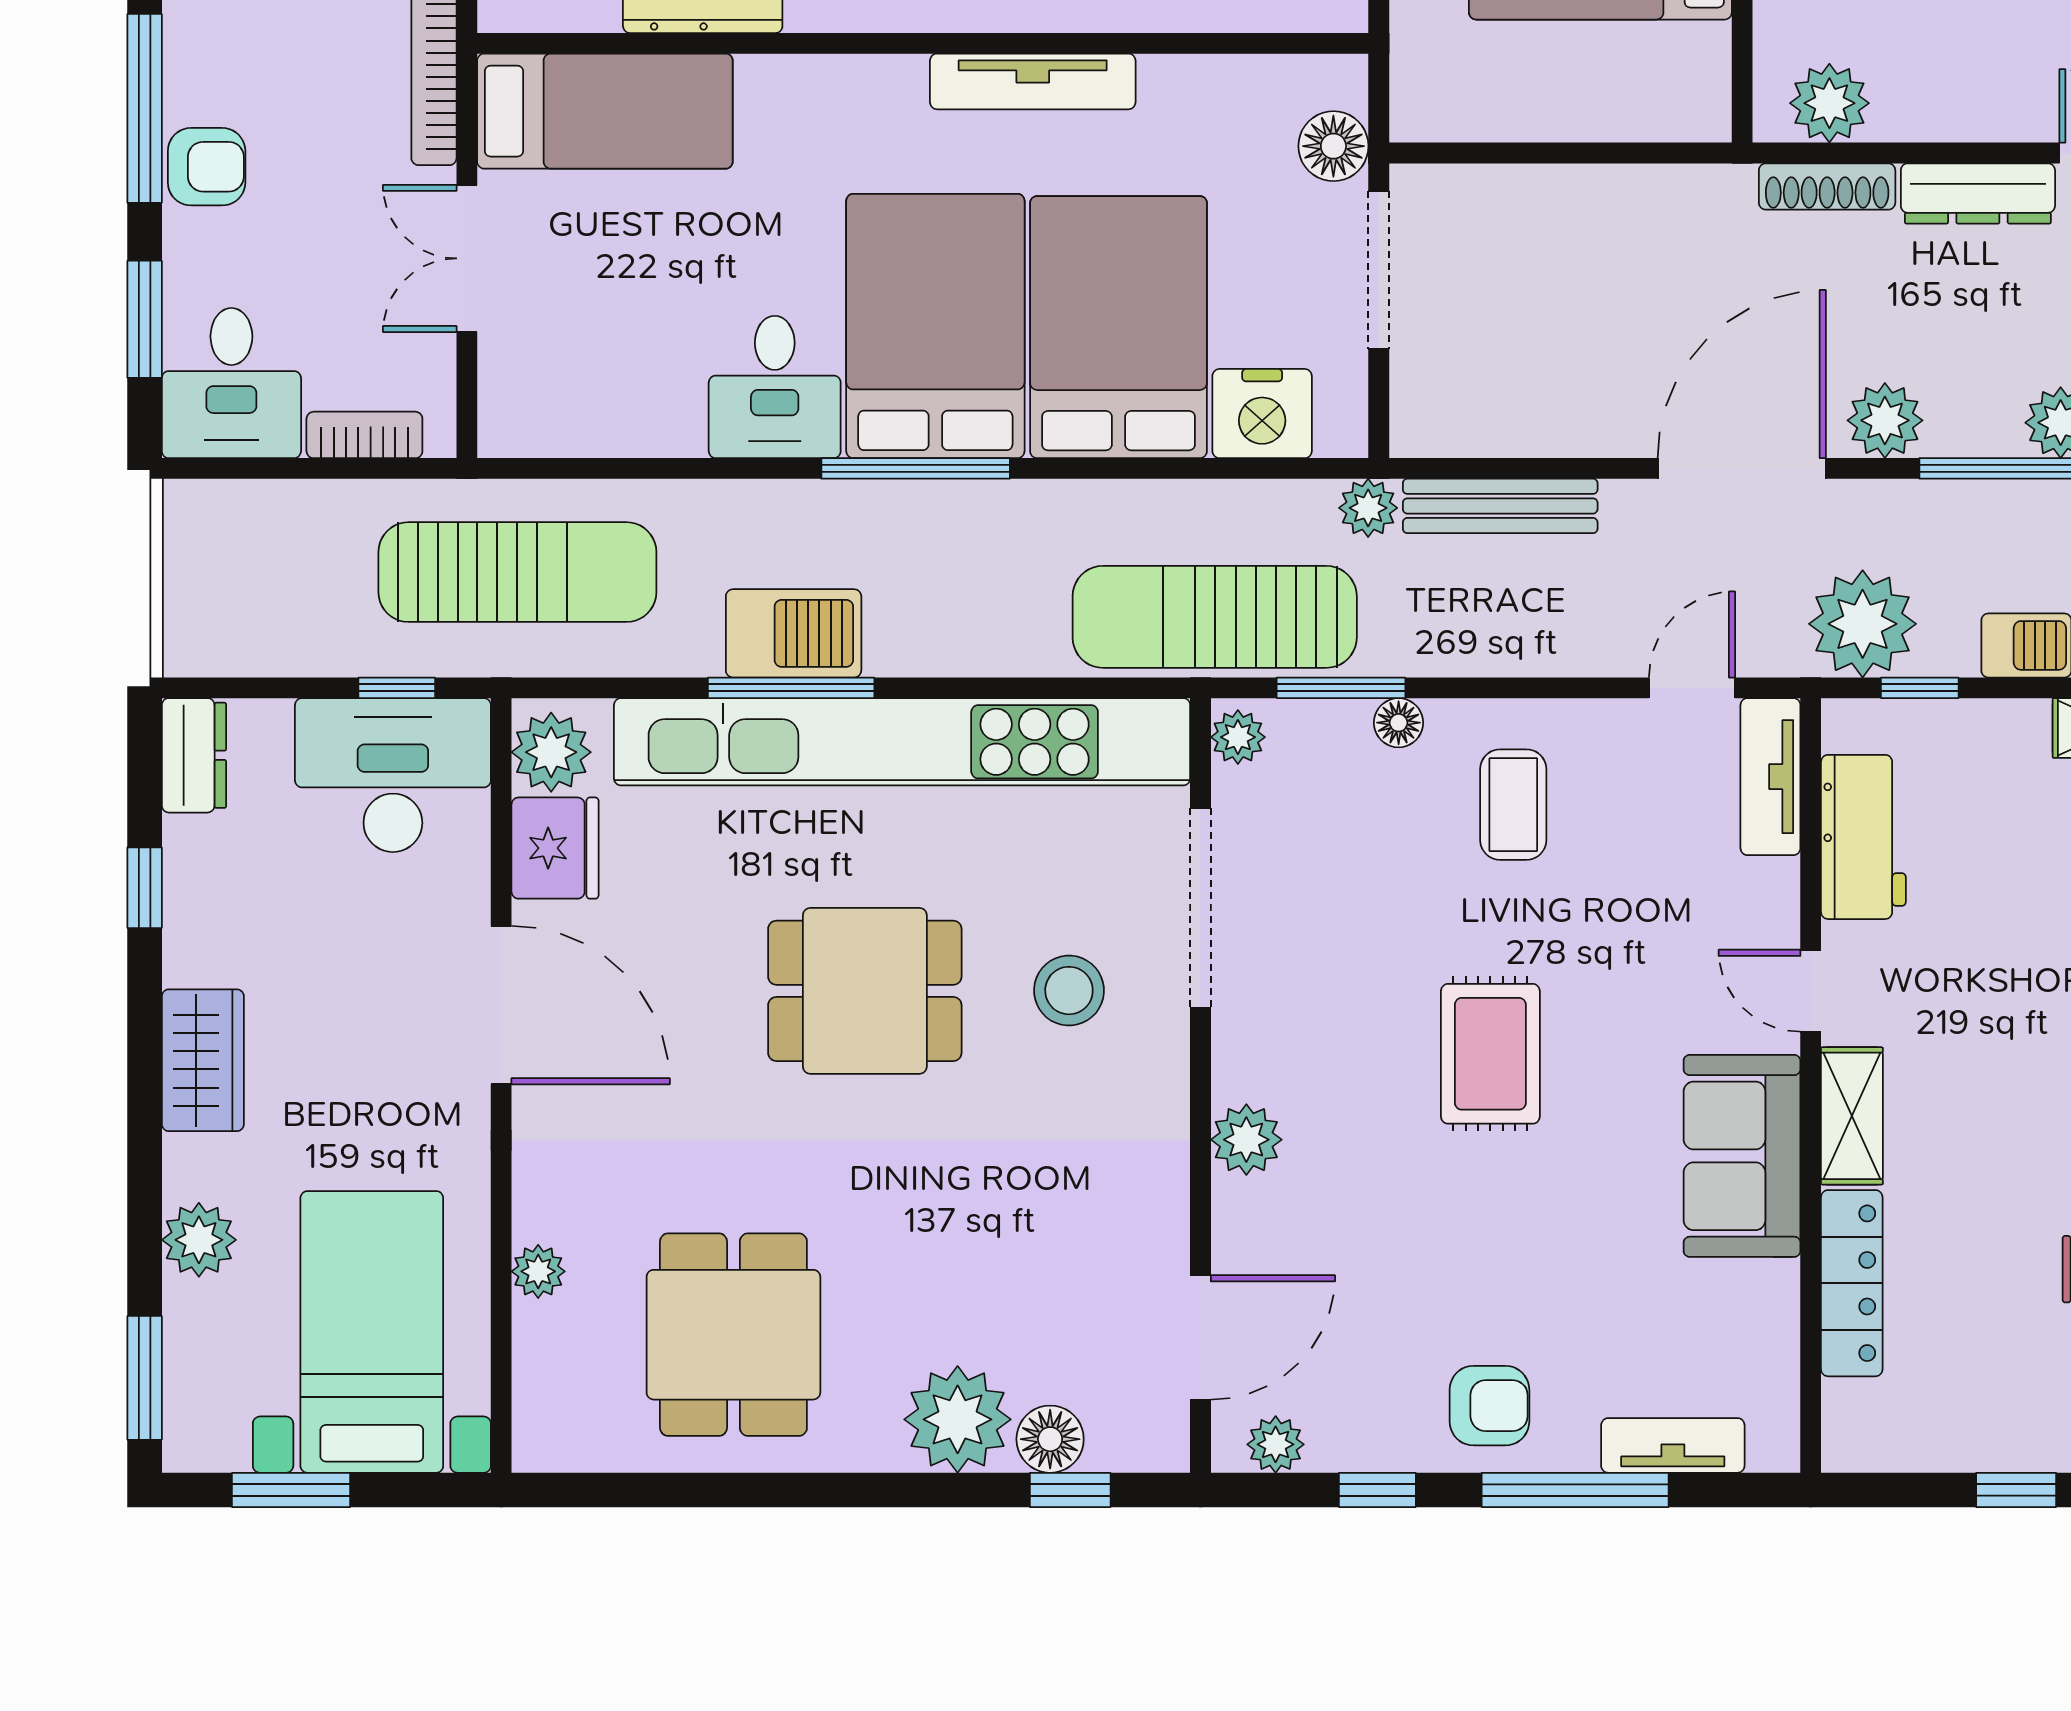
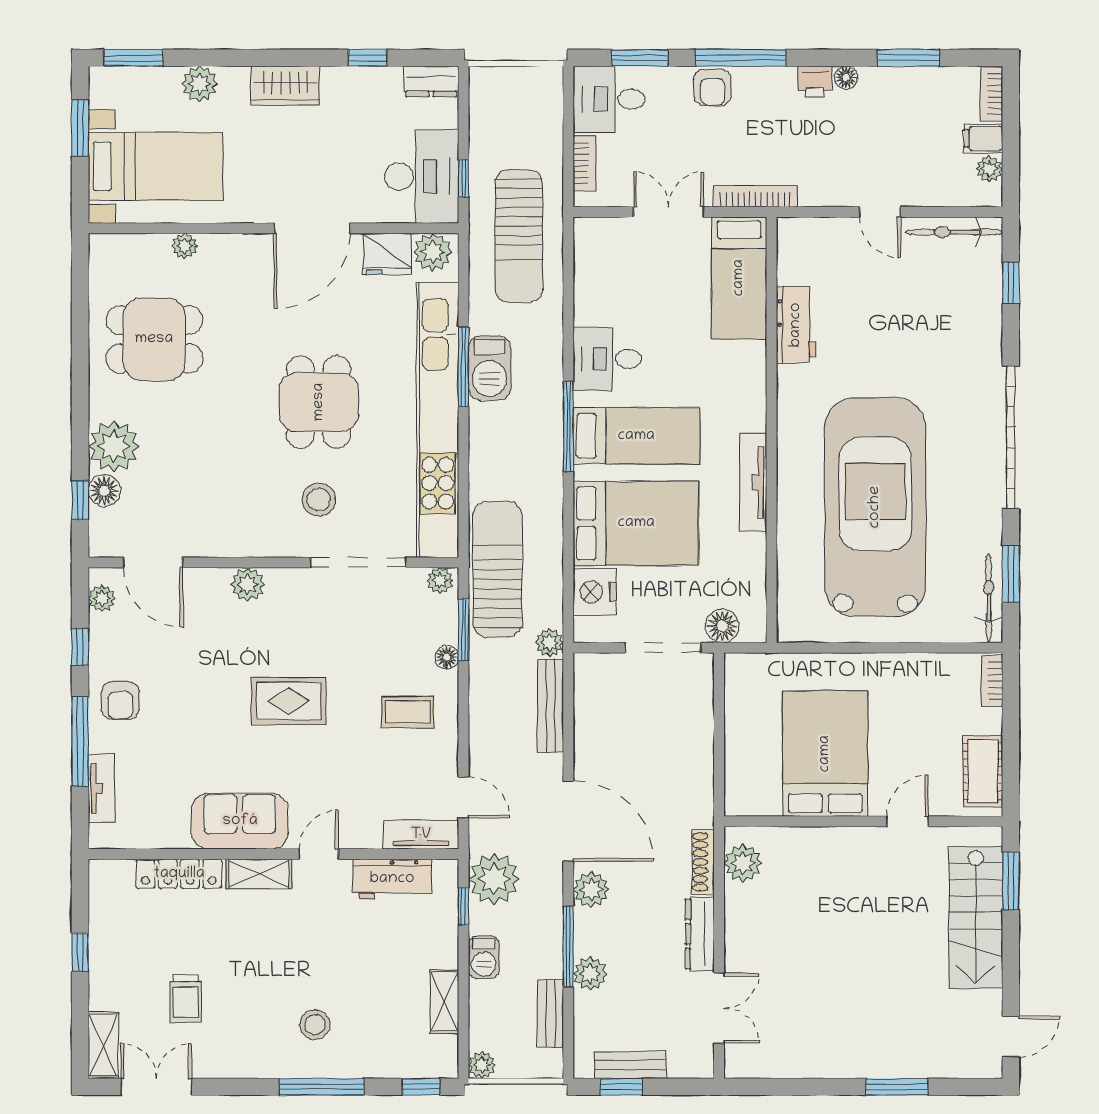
bed: (935, 326) -> (636, 436), width x0.67

